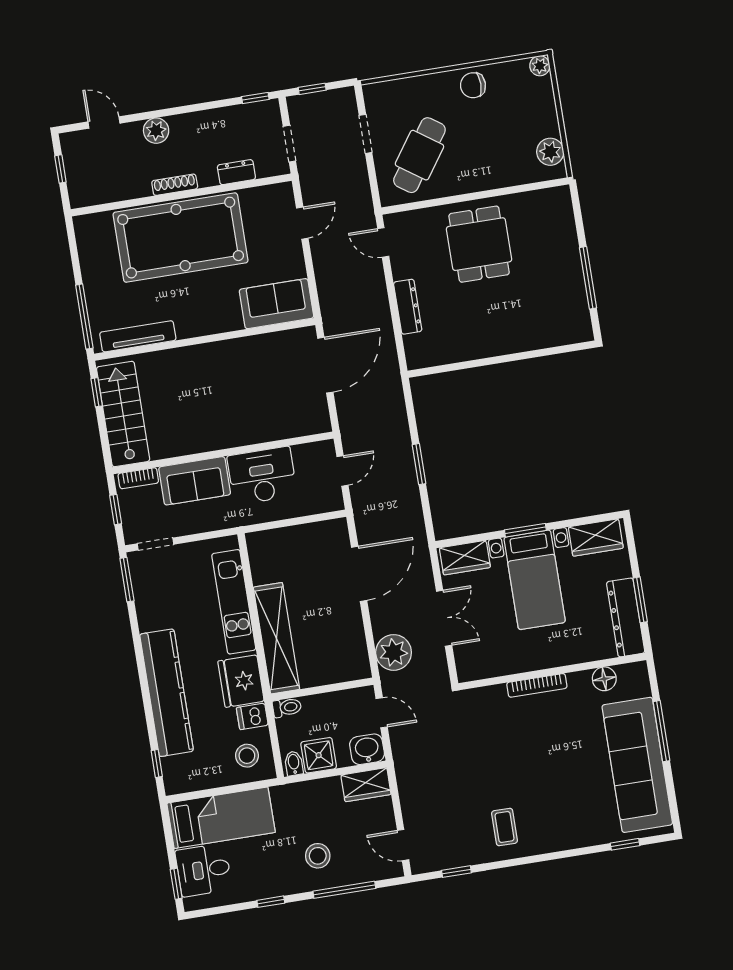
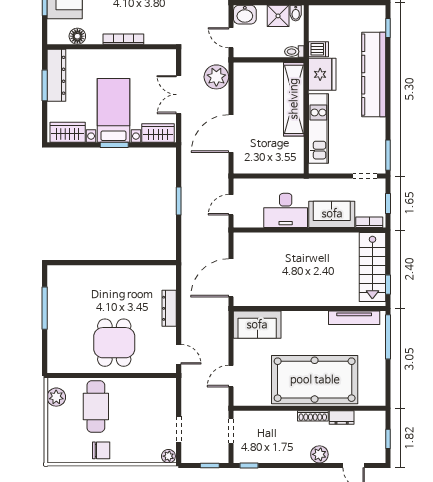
plant: (540, 66) -> (168, 456), moved
cafe table: (419, 155) -> (96, 406), moved, turned -35
dresser: (236, 172) -> (342, 418), moved
stool: (247, 756) -> (326, 23), removed

